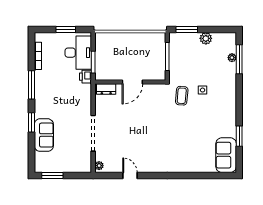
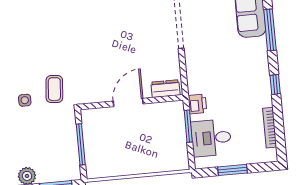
desk: (78, 53) -> (211, 138), width x0.73
window: (32, 85) -> (275, 85), width x0.46
window: (32, 122) -> (270, 30), width x1.44

